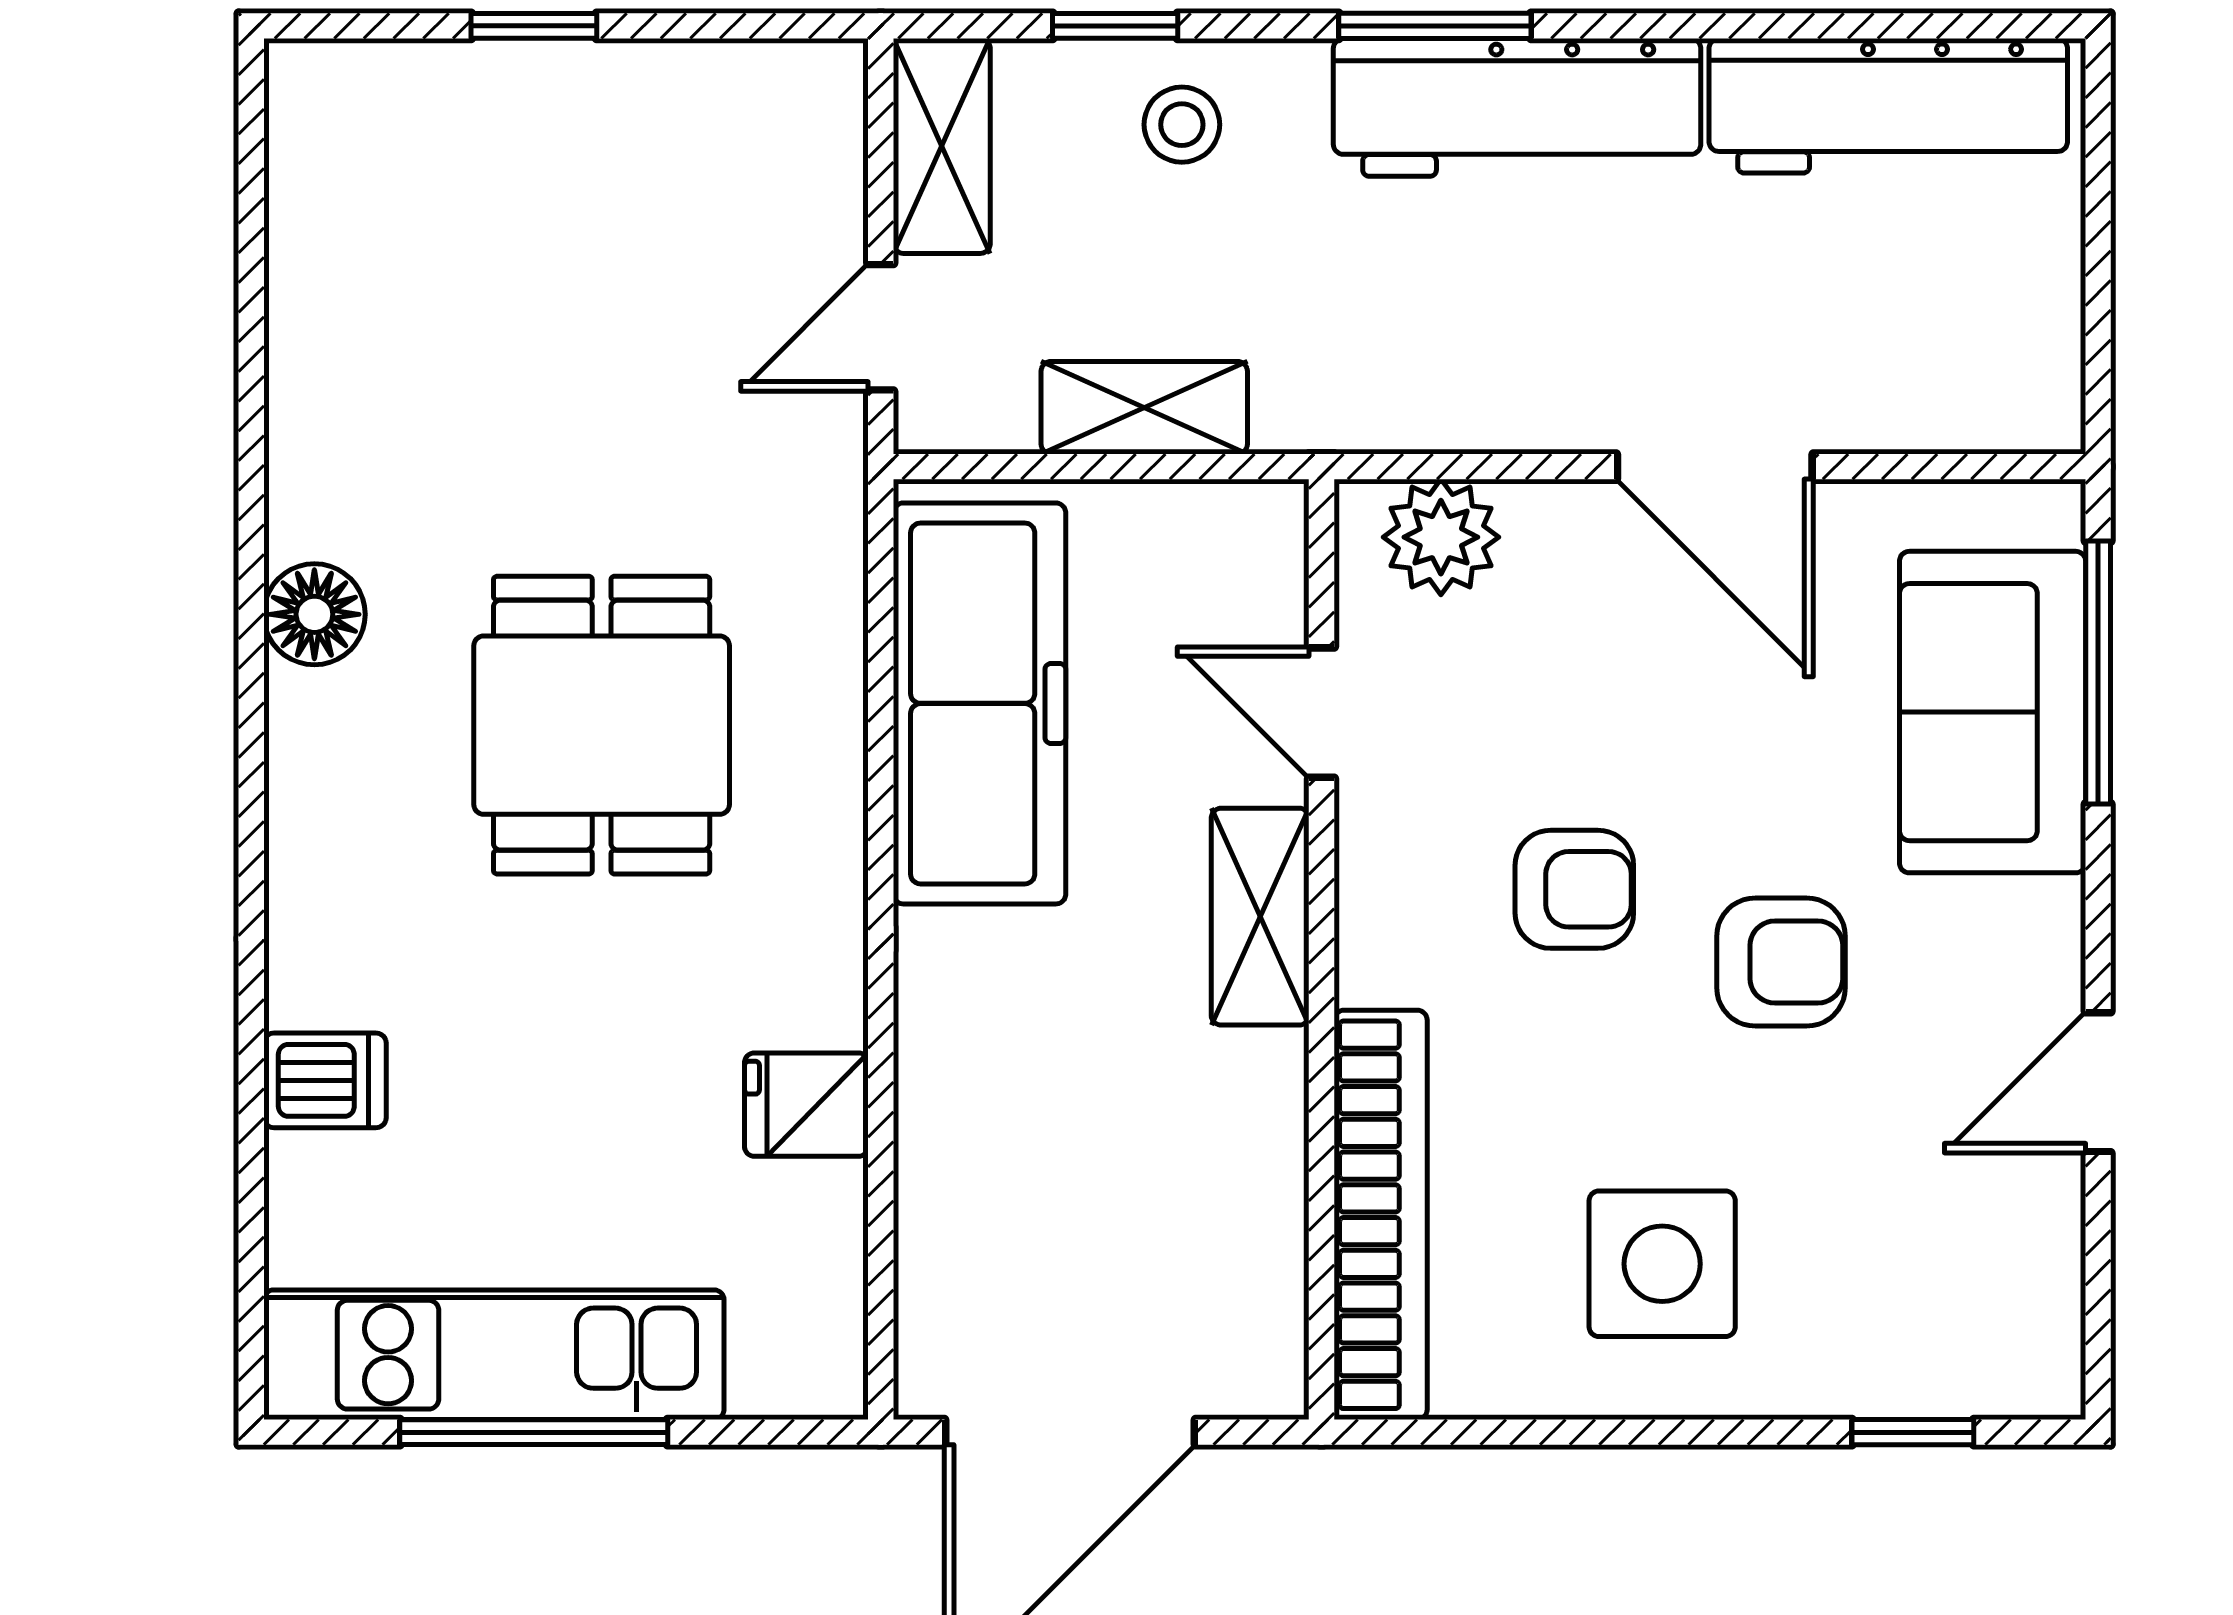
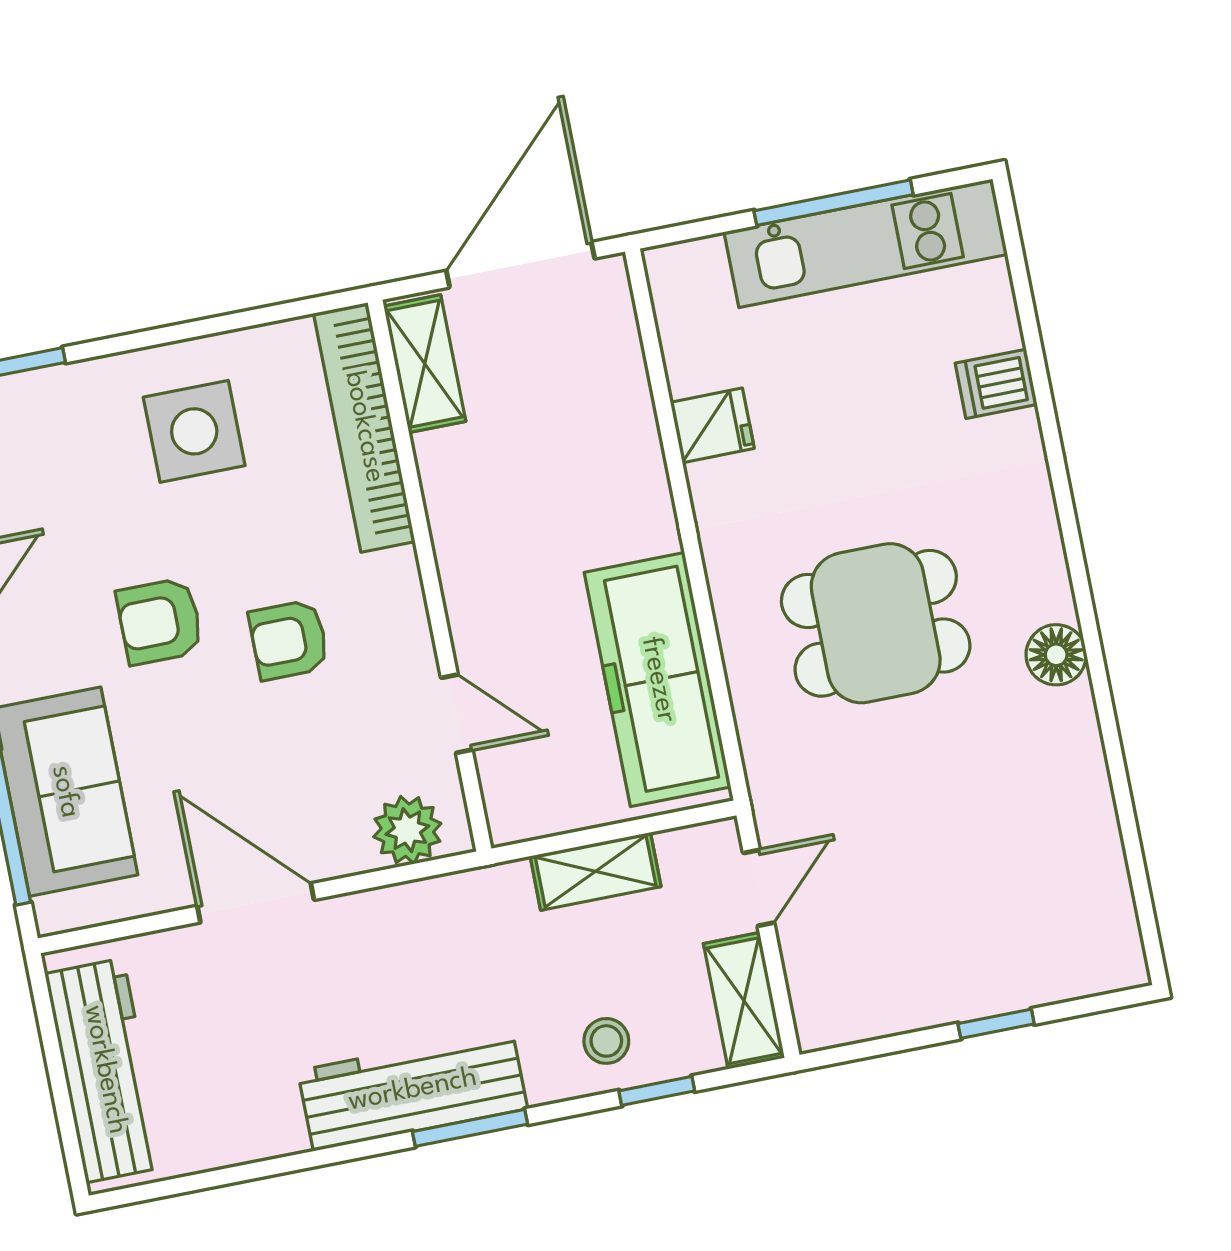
workbench: (1888, 106) -> (105, 1070), moved, turned 90
dining table: (602, 725) -> (876, 623), turned 90
shelving: (1260, 917) -> (425, 364), moved

